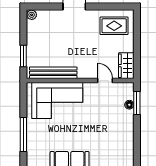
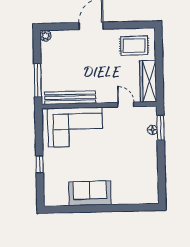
window: (23, 56) -> (38, 80), width x1.44
wardrobe: (126, 66) -> (148, 81), width x1.50
window: (23, 135) -> (40, 164), width x0.46

